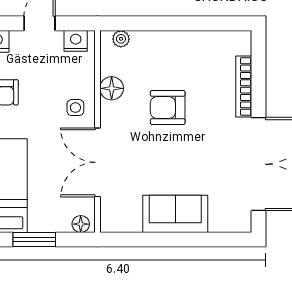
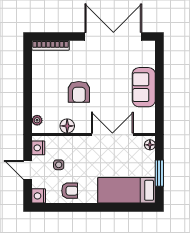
bookcase: (244, 86) -> (51, 45), moved
side table: (75, 108) -> (59, 165), moved
double door: (98, 162) -> (112, 135), swing flipped

